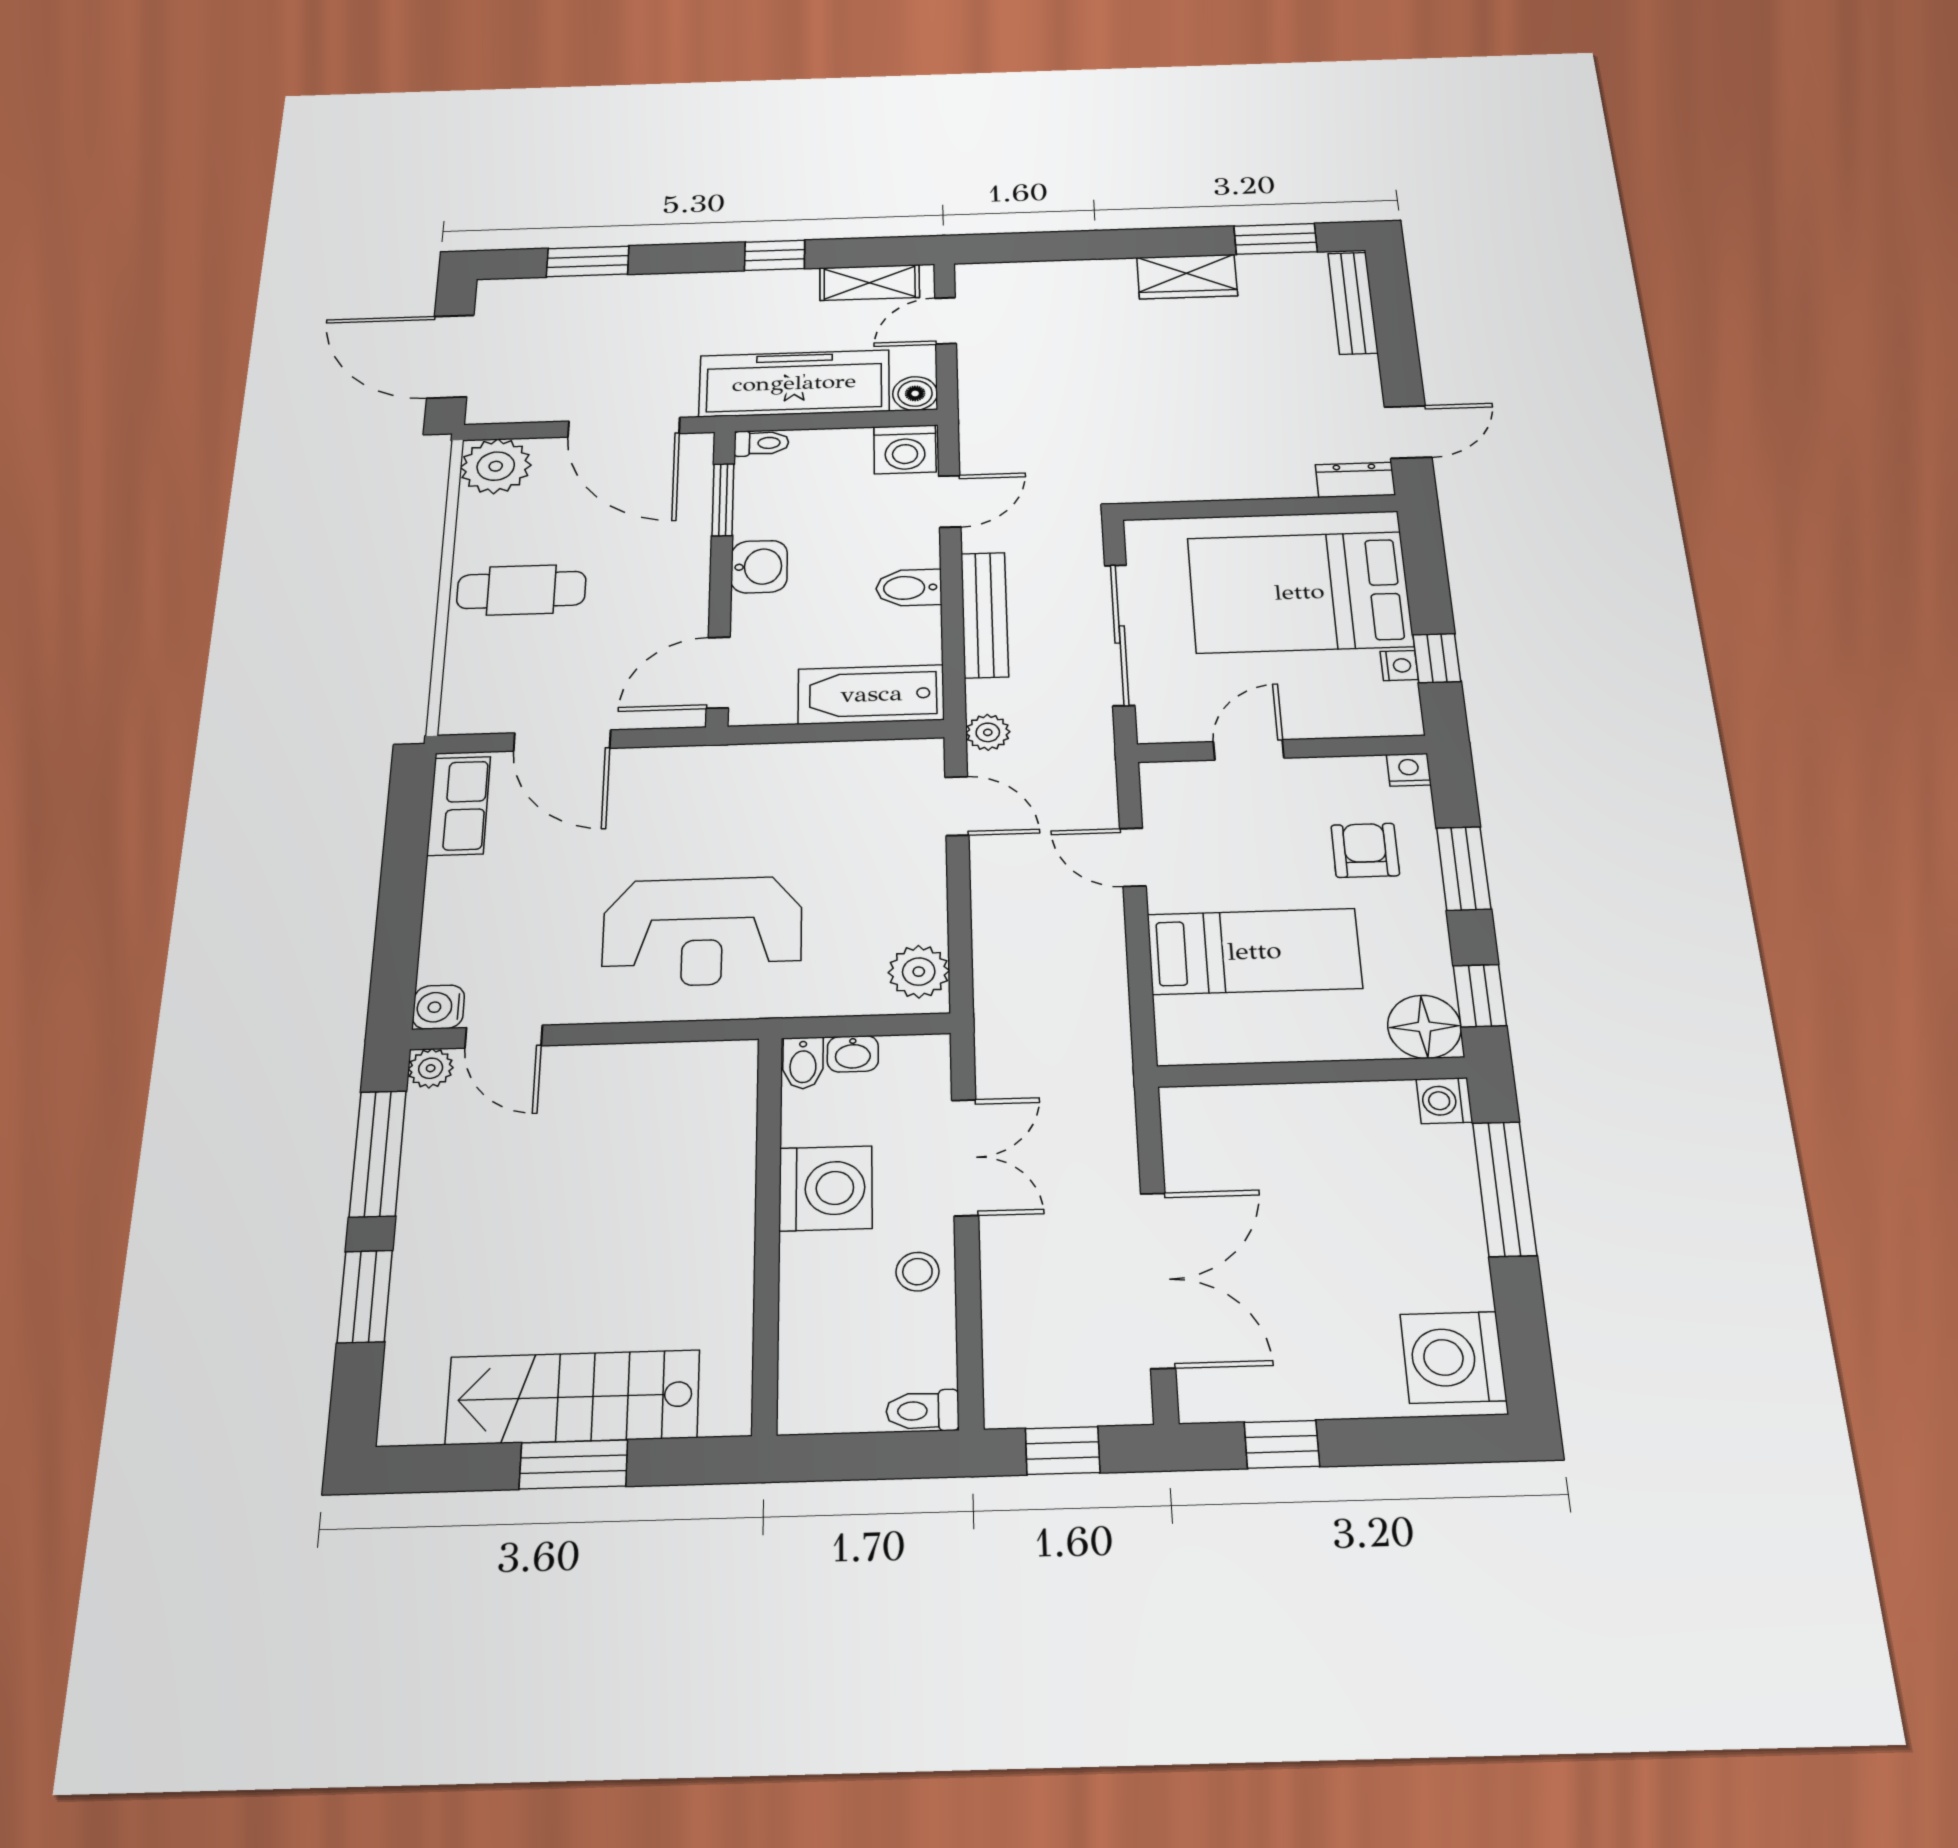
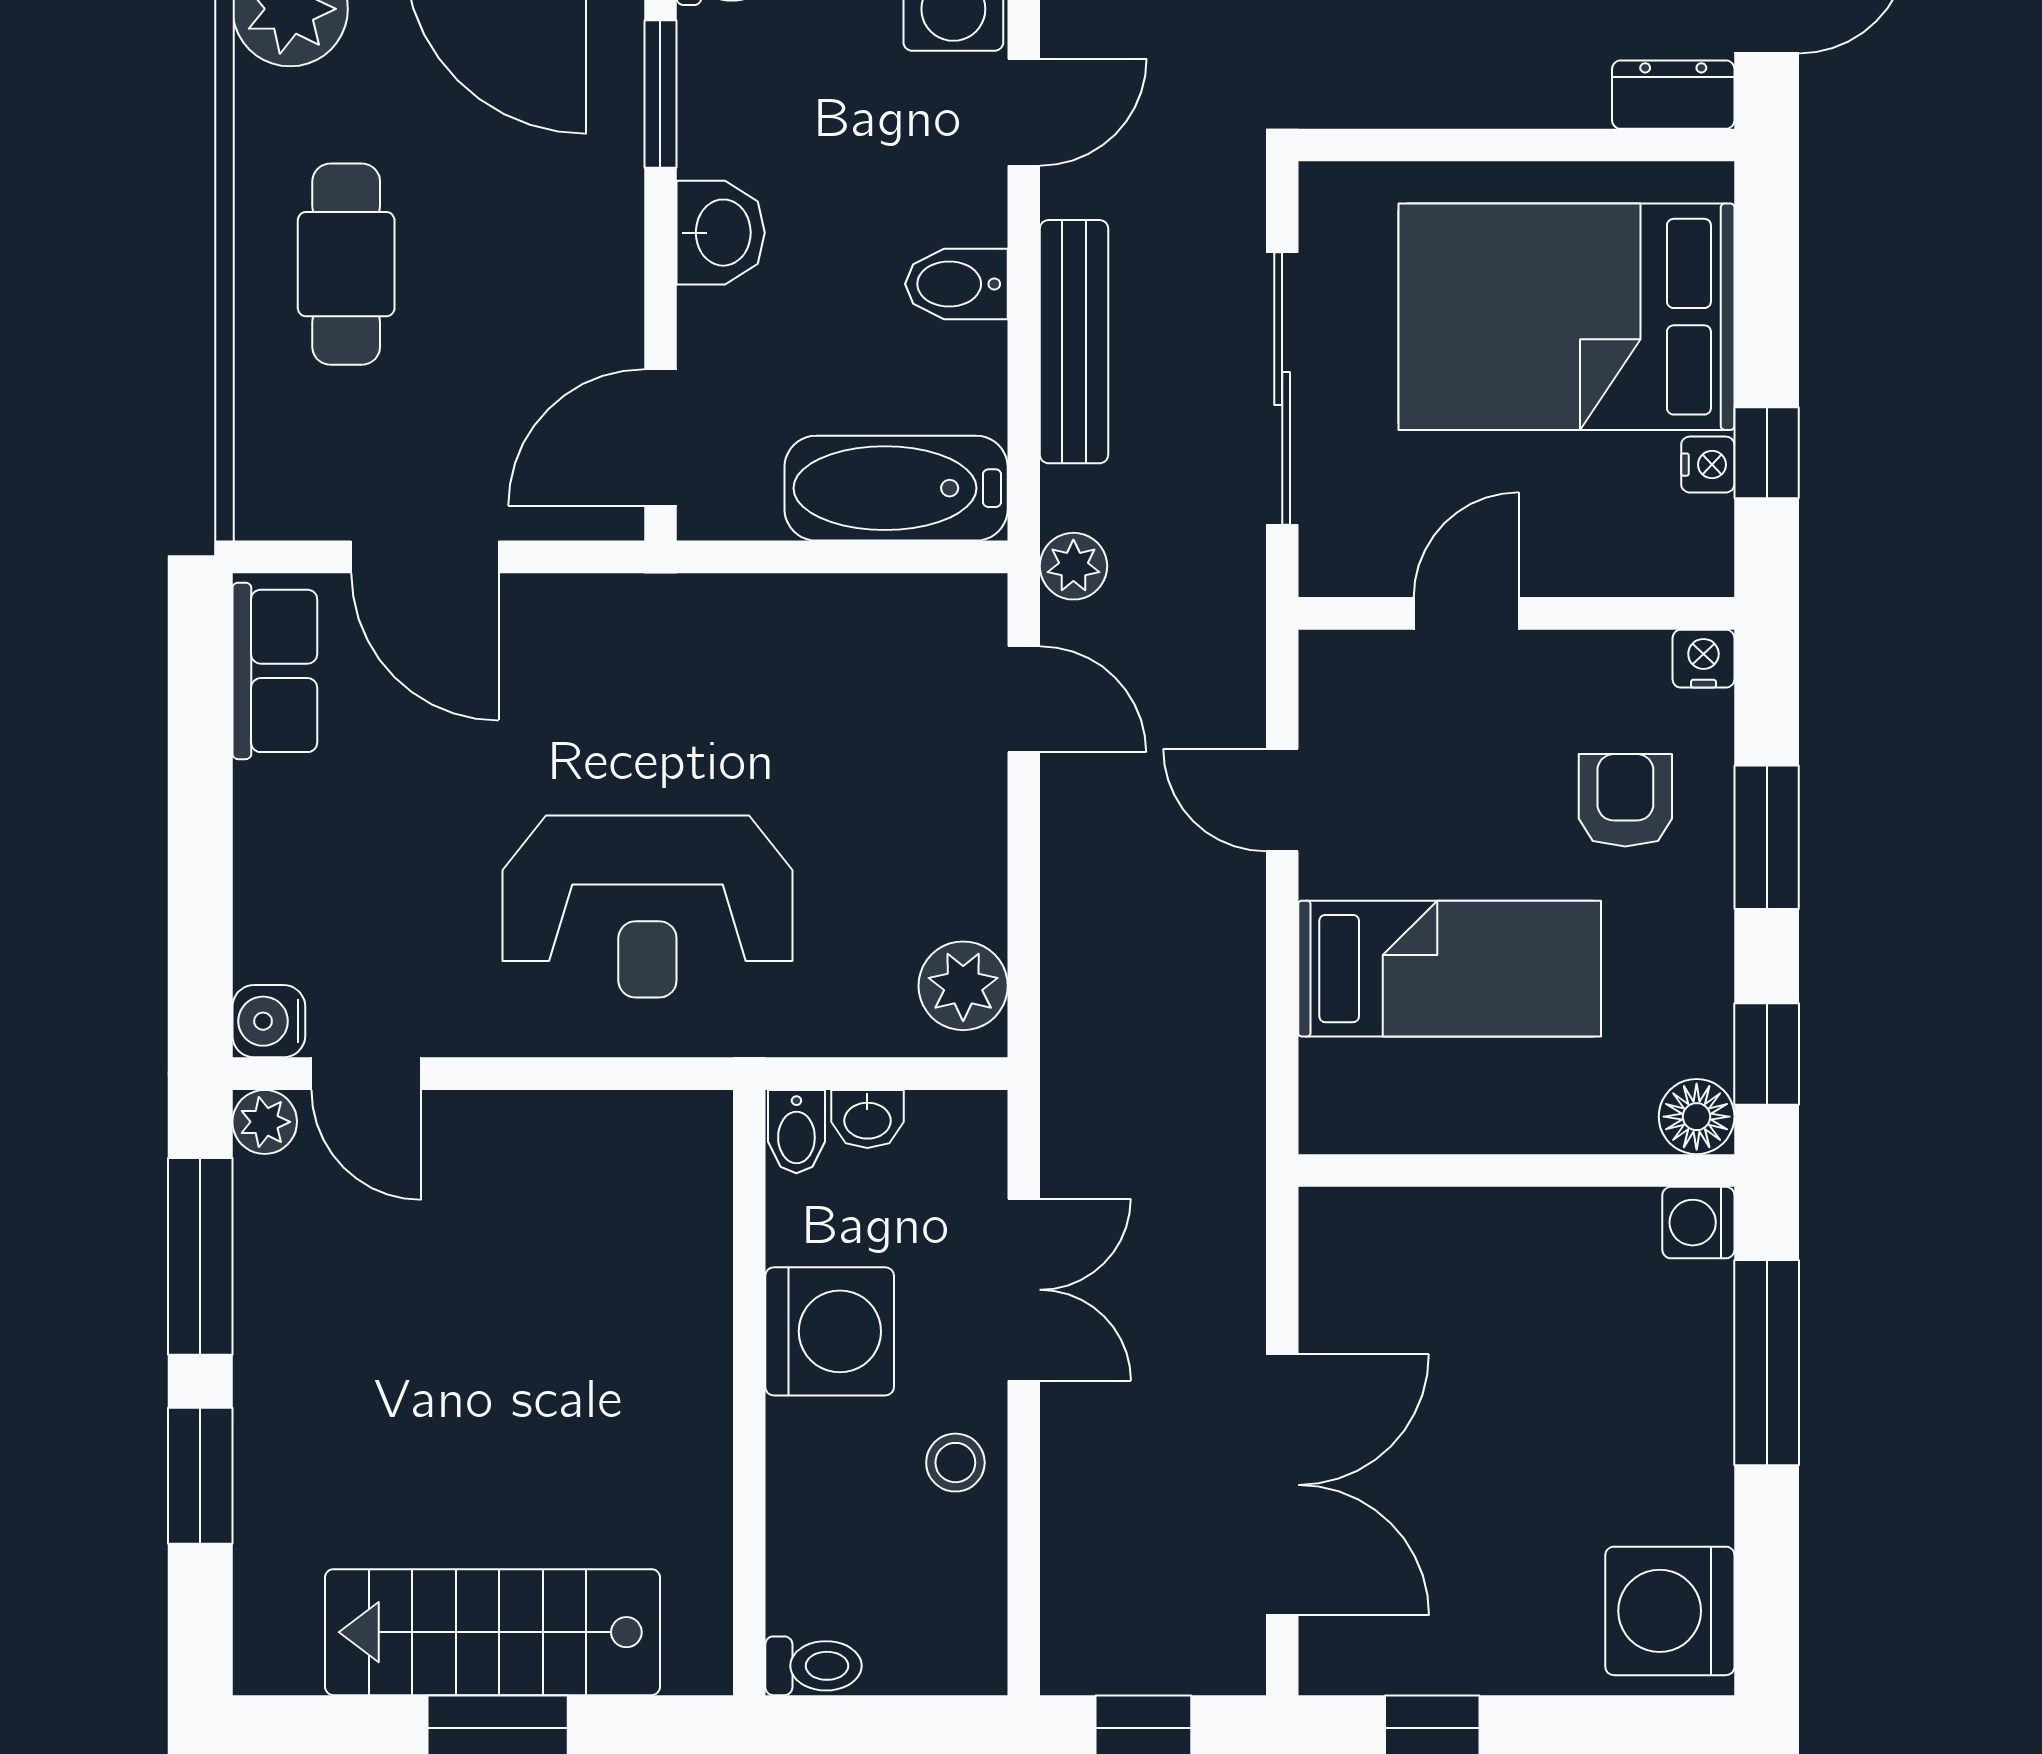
cafe table: (521, 590) -> (346, 264), turned 90
floor lamp: (1424, 1027) -> (1697, 1117), width x0.73, depth x0.73
toilet: (923, 1411) -> (813, 1666), moved, turned 180

